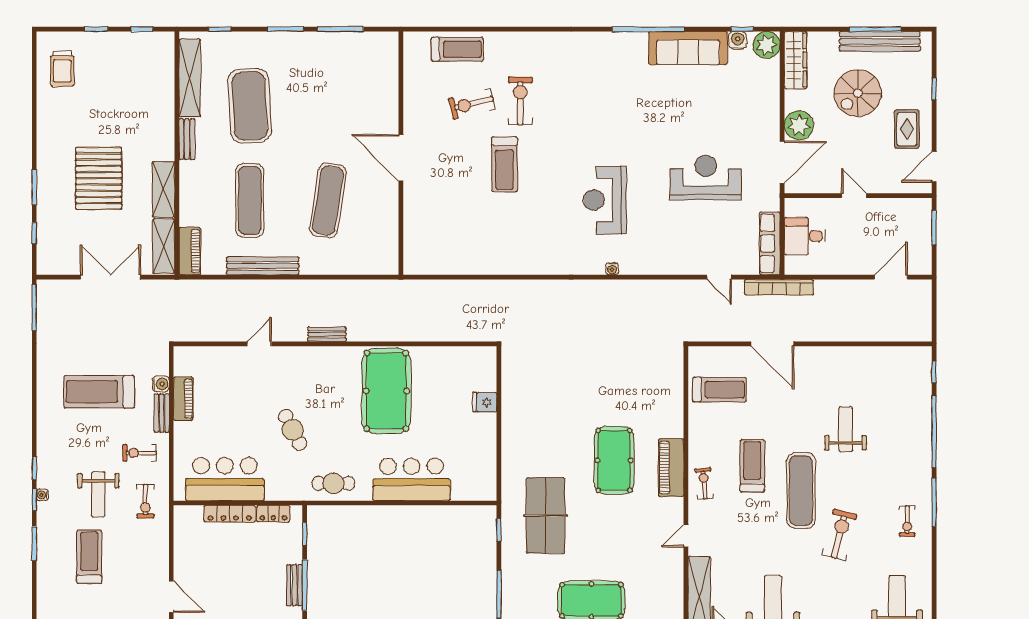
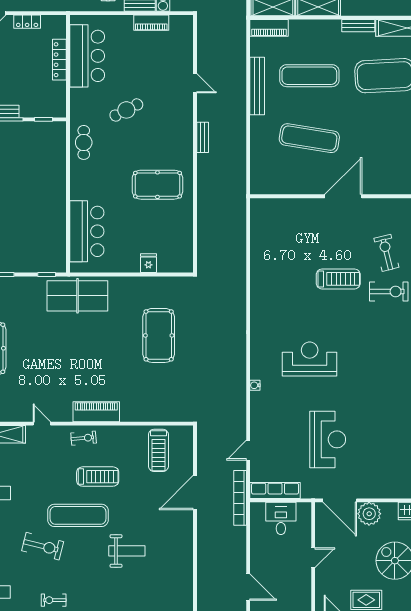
treadmill: (505, 164) -> (338, 279), turned 180
water cooler: (612, 269) -> (255, 385), moved
pool table: (386, 391) -> (157, 185), width x0.73, depth x0.76
pool table: (614, 460) -> (159, 335), moved, turned 90
bar counter: (412, 479) -> (87, 231), moved
locker: (273, 514) -> (27, 22), moved, turned -90
table tennis table: (546, 515) -> (77, 296), moved

